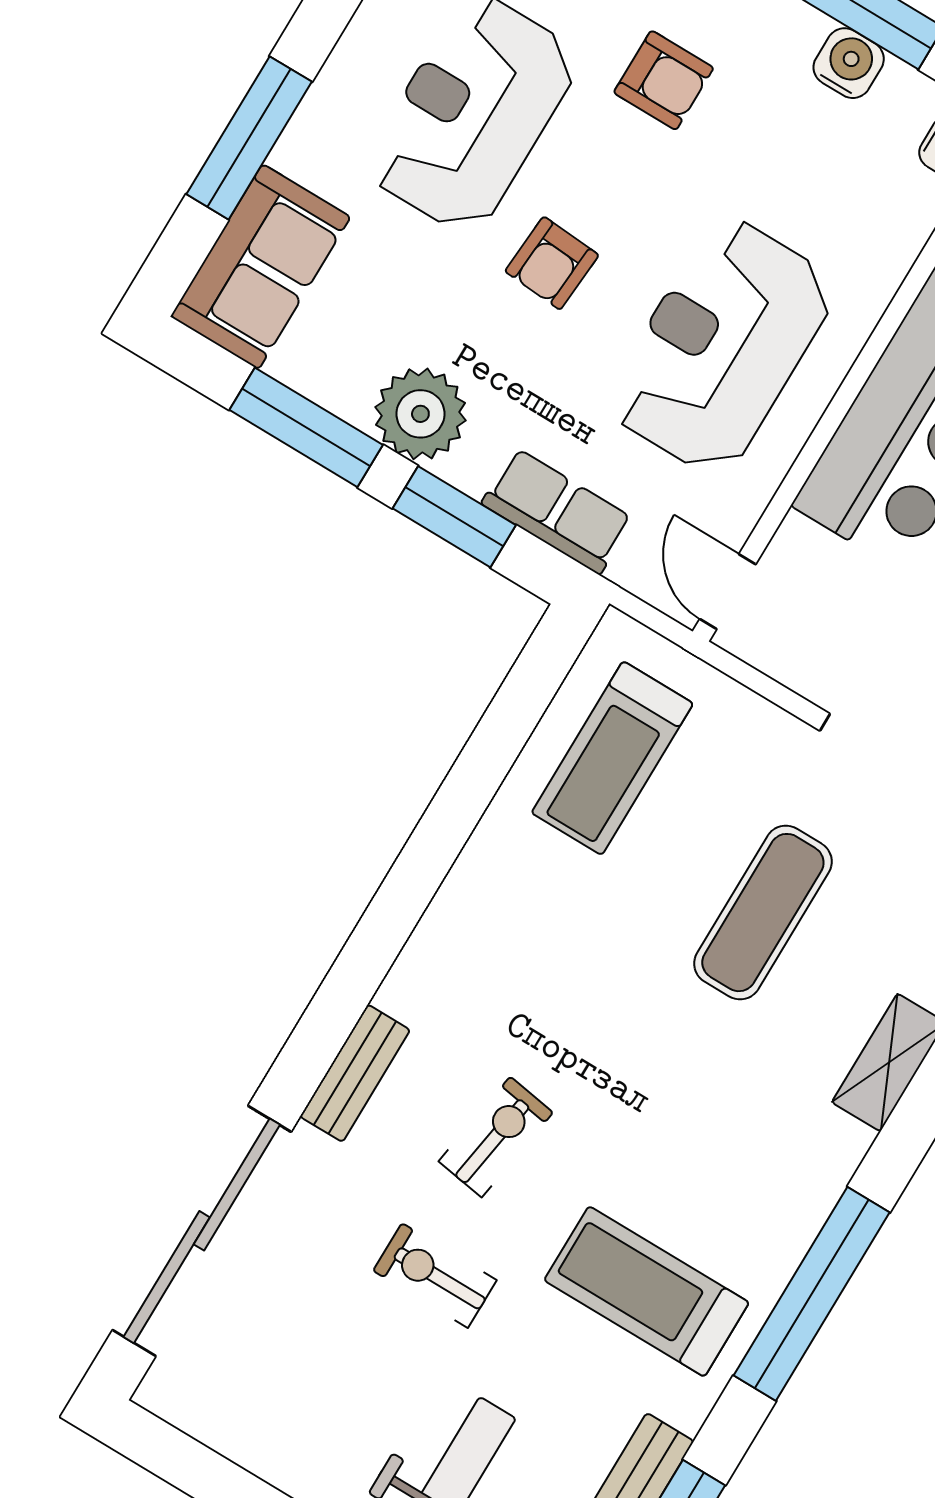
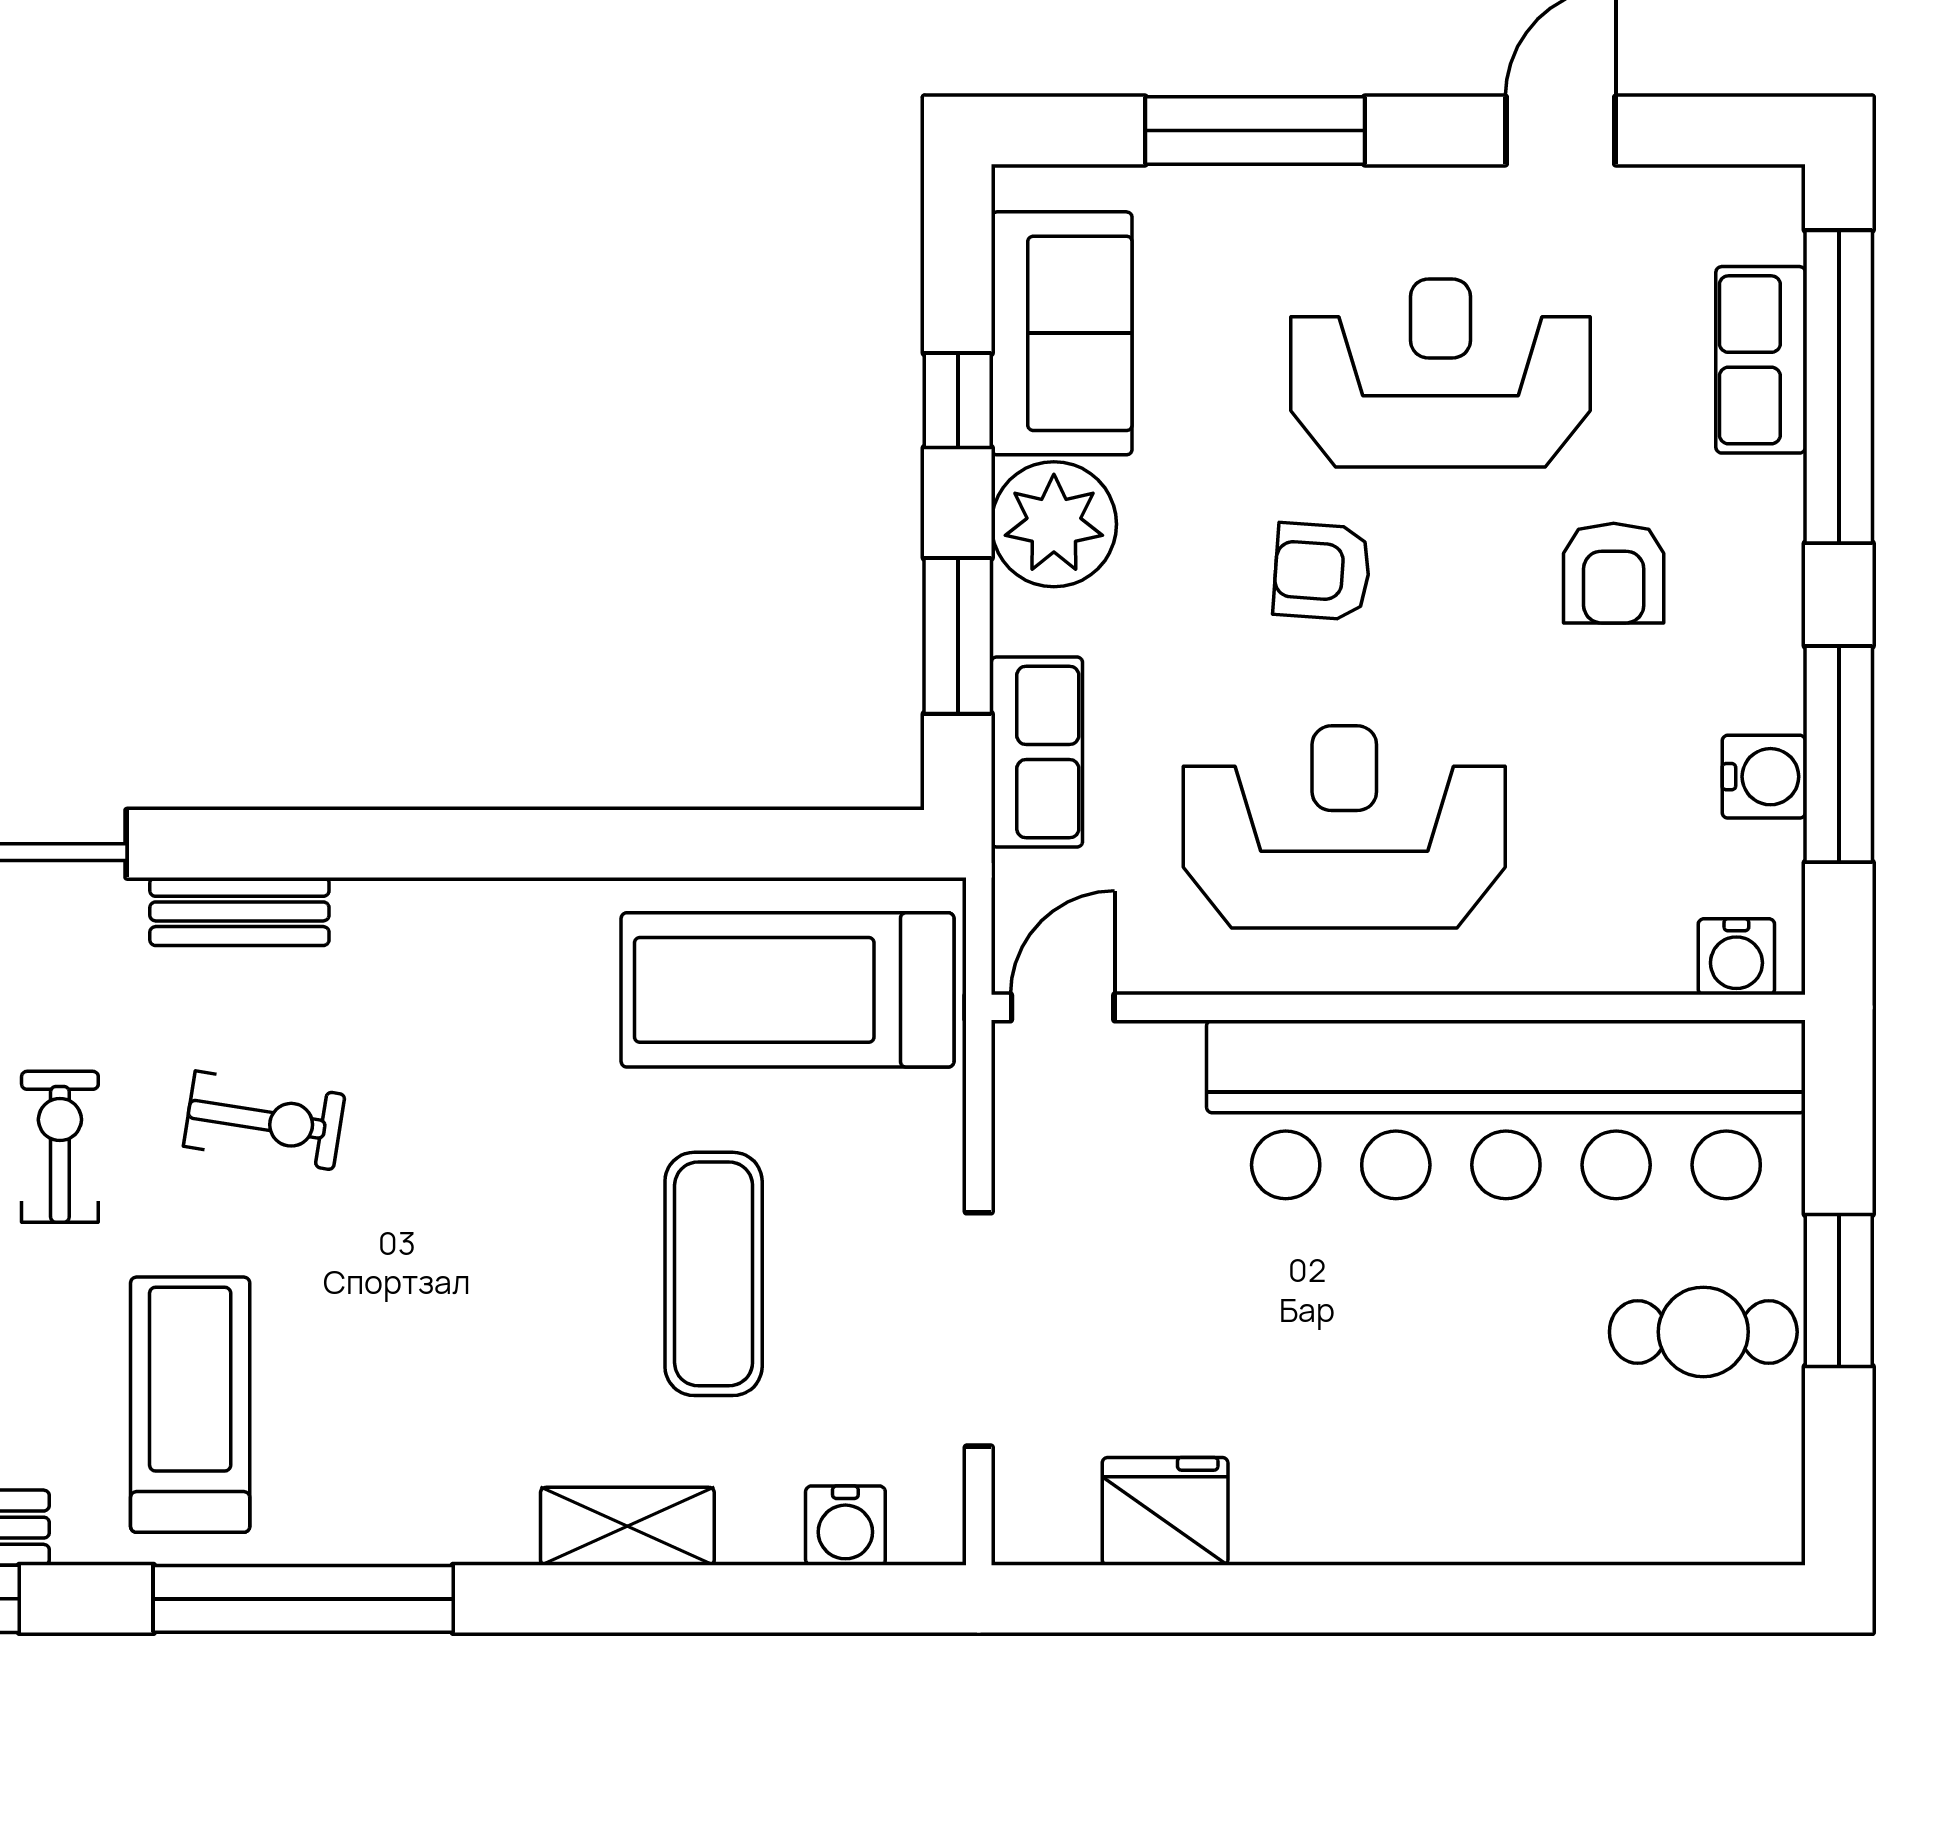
sofa: (261, 267) -> (1062, 333), moved, turned -90
window: (306, 427) -> (958, 400), width x0.46
treadmill: (612, 758) -> (788, 990), width x1.37, depth x1.38
exercise mat: (763, 913) -> (714, 1274), turned 90

